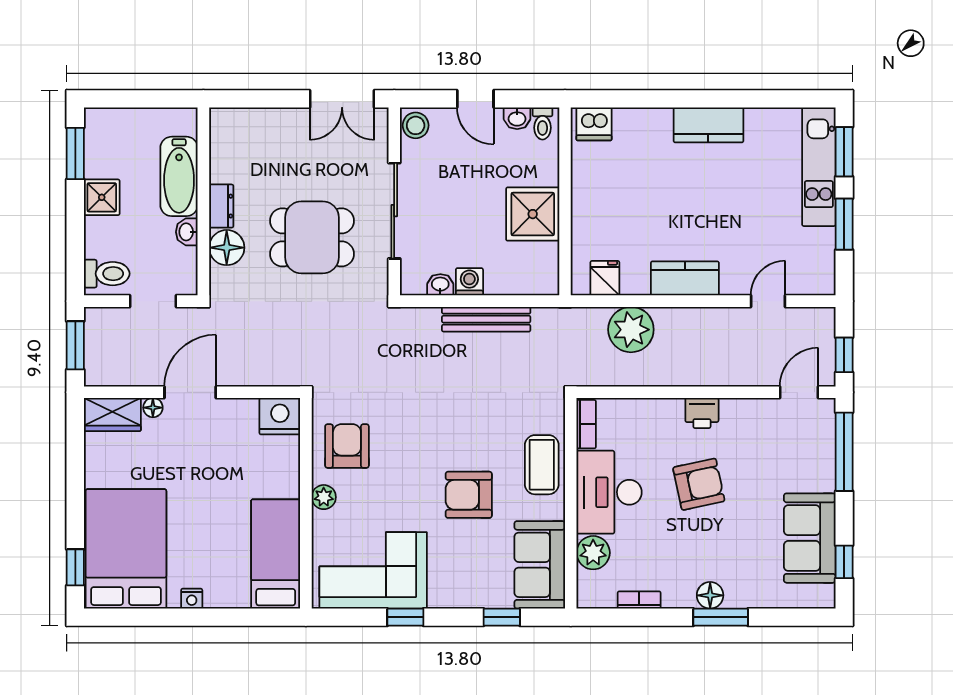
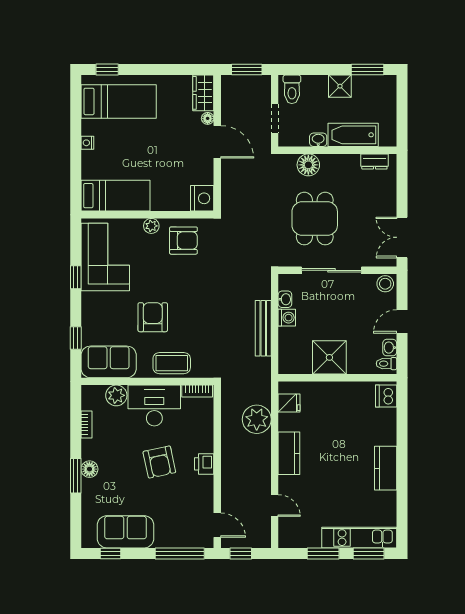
dresser: (221, 206) -> (374, 161), moved
bed: (126, 549) -> (119, 101), width x0.67

